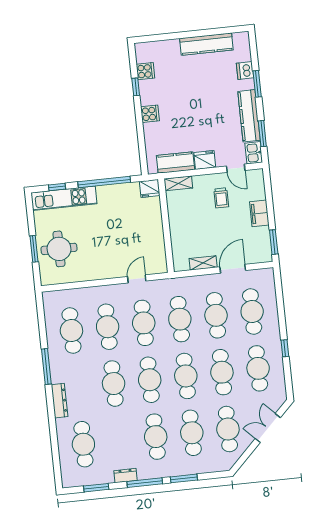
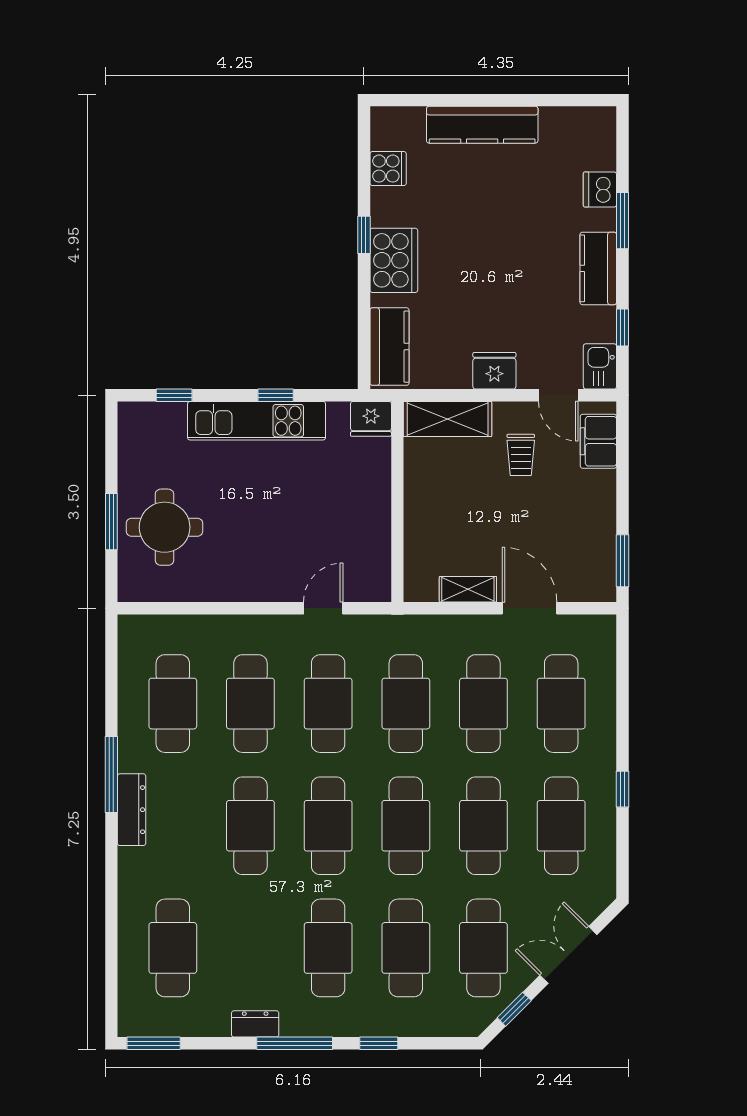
kitchen counter: (206, 44) -> (482, 125), moved
window: (136, 87) -> (364, 235), moved
cooker: (150, 114) -> (394, 260), width x1.87, depth x1.31
kitchen counter: (249, 116) -> (598, 268), width x0.67
window: (262, 134) -> (623, 327), width x0.67
kitchen counter: (176, 163) -> (389, 347), moved, turned 90
window: (104, 182) -> (276, 395), width x0.32
shelving: (178, 183) -> (448, 419), width x1.50, depth x1.33
kitchen unit: (64, 198) -> (257, 421), moved
filing cabinet: (259, 213) -> (598, 441), moved
door: (233, 269) -> (530, 608), hinge flipped
dresser: (59, 401) -> (132, 810), moved
window: (245, 456) -> (514, 1009), added
window: (184, 478) -> (379, 1043), width x0.67
window: (96, 488) -> (154, 1043), moved

